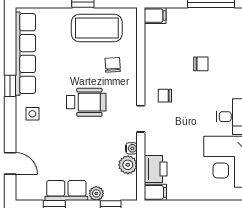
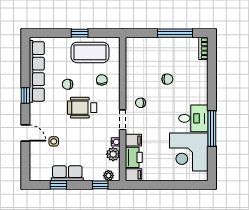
filing cabinet: (155, 16) -> (133, 140), moved
chair: (67, 71) -> (68, 84), added
wheelchair: (86, 102) -> (82, 108), turned 180
side table: (32, 114) -> (54, 141), moved
door: (10, 163) -> (25, 133), moved
plant: (96, 193) -> (108, 176), moved

